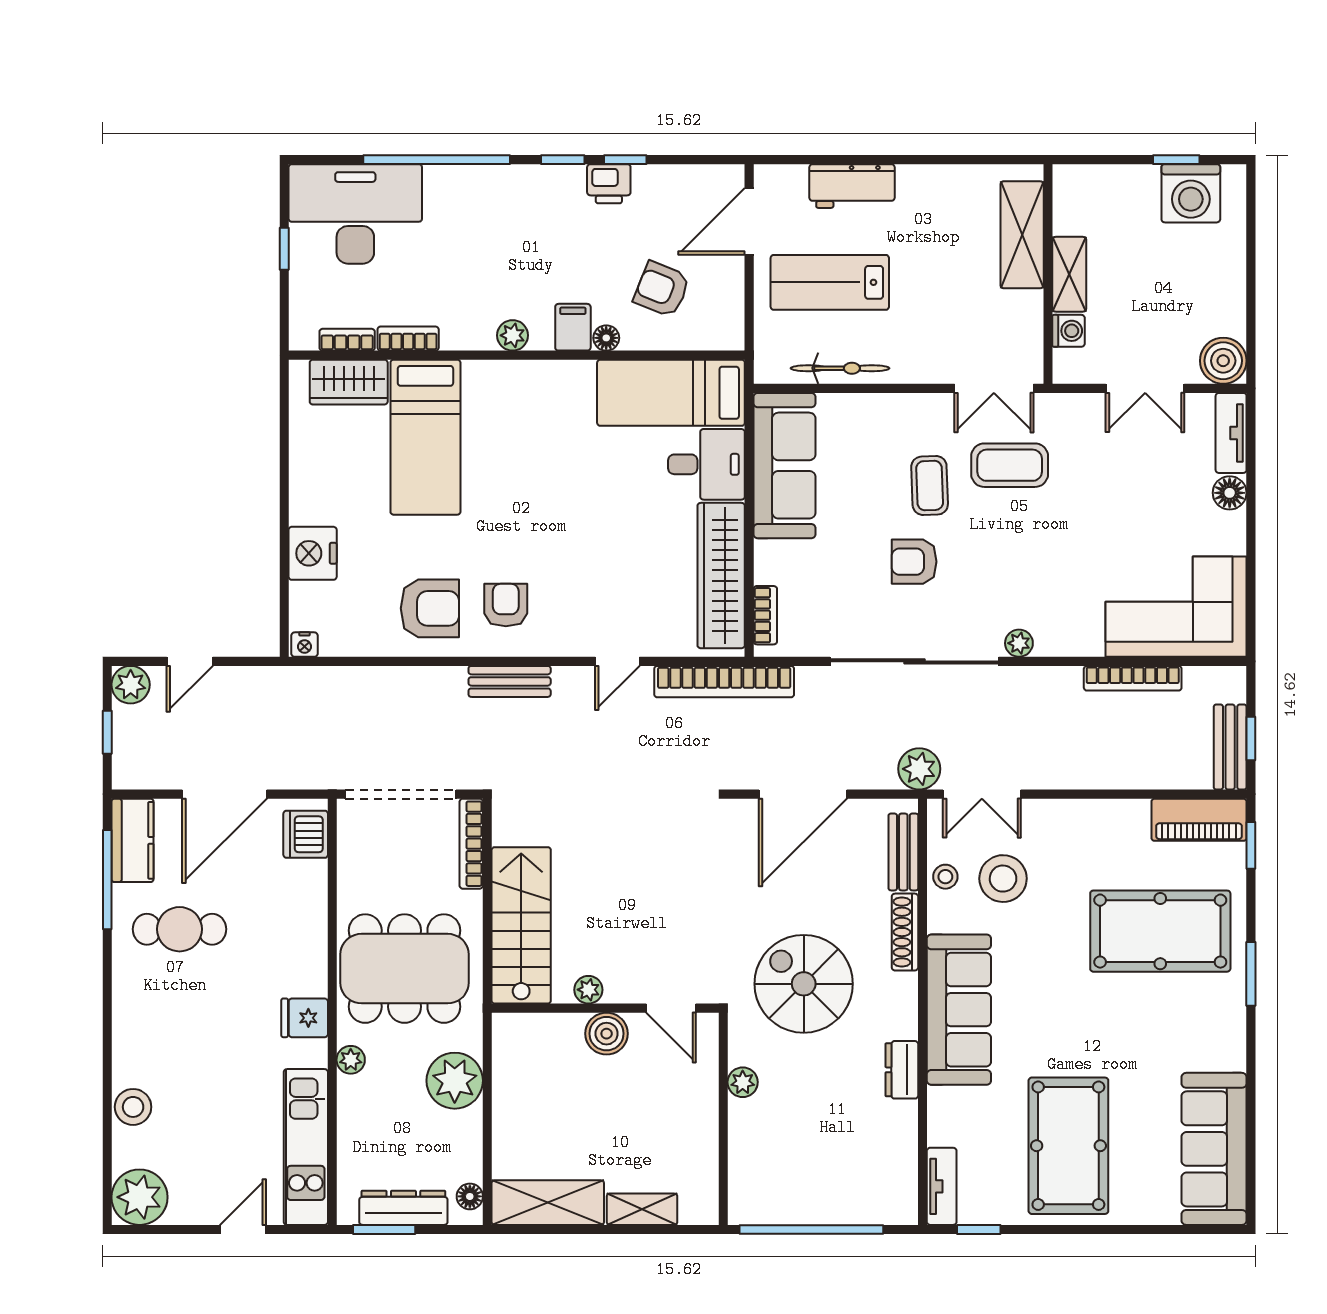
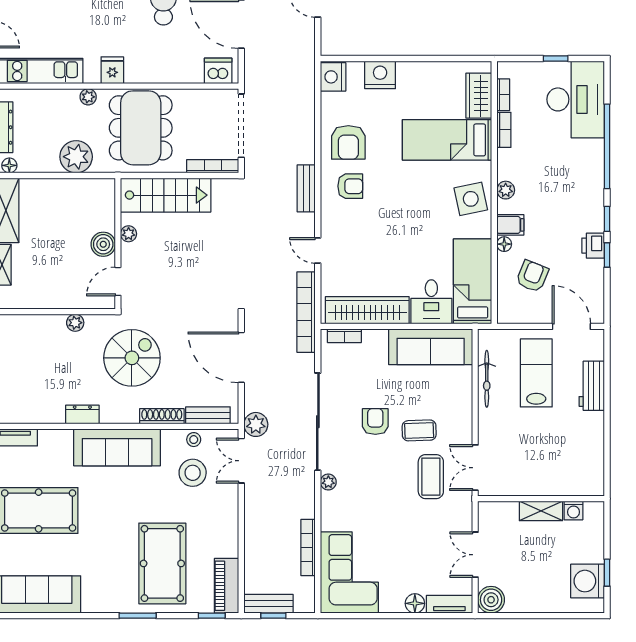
shelving: (1022, 235) -> (564, 484), removed
washing machine: (1068, 331) -> (574, 511), moved
side table: (528, 396) -> (471, 199), added
nightstand: (305, 645) -> (333, 77), width x1.89, depth x1.79

